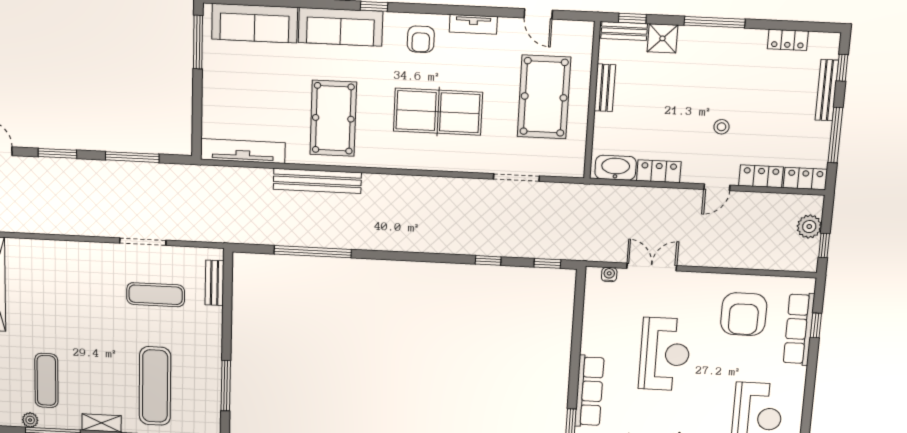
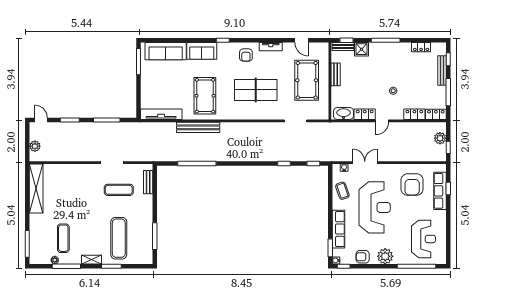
sofa: (341, 27) -> (202, 51), width x0.73
door: (717, 187) -> (382, 121), moved
coffee table: (603, 319) -> (342, 191), added
reception desk: (665, 354) -> (375, 207), width x1.36, depth x1.30

